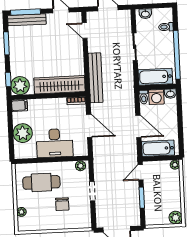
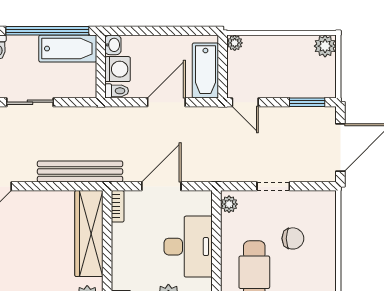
bathtub: (155, 77) -> (68, 49), moved, turned -90
window: (142, 198) -> (307, 102), moved

